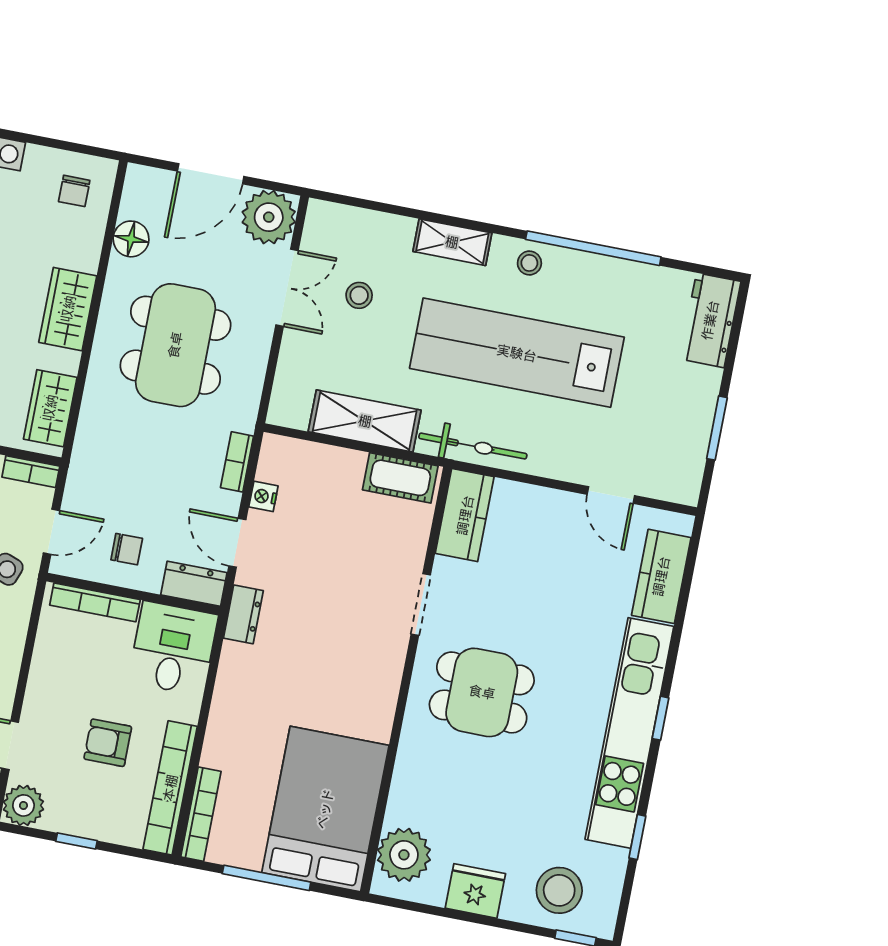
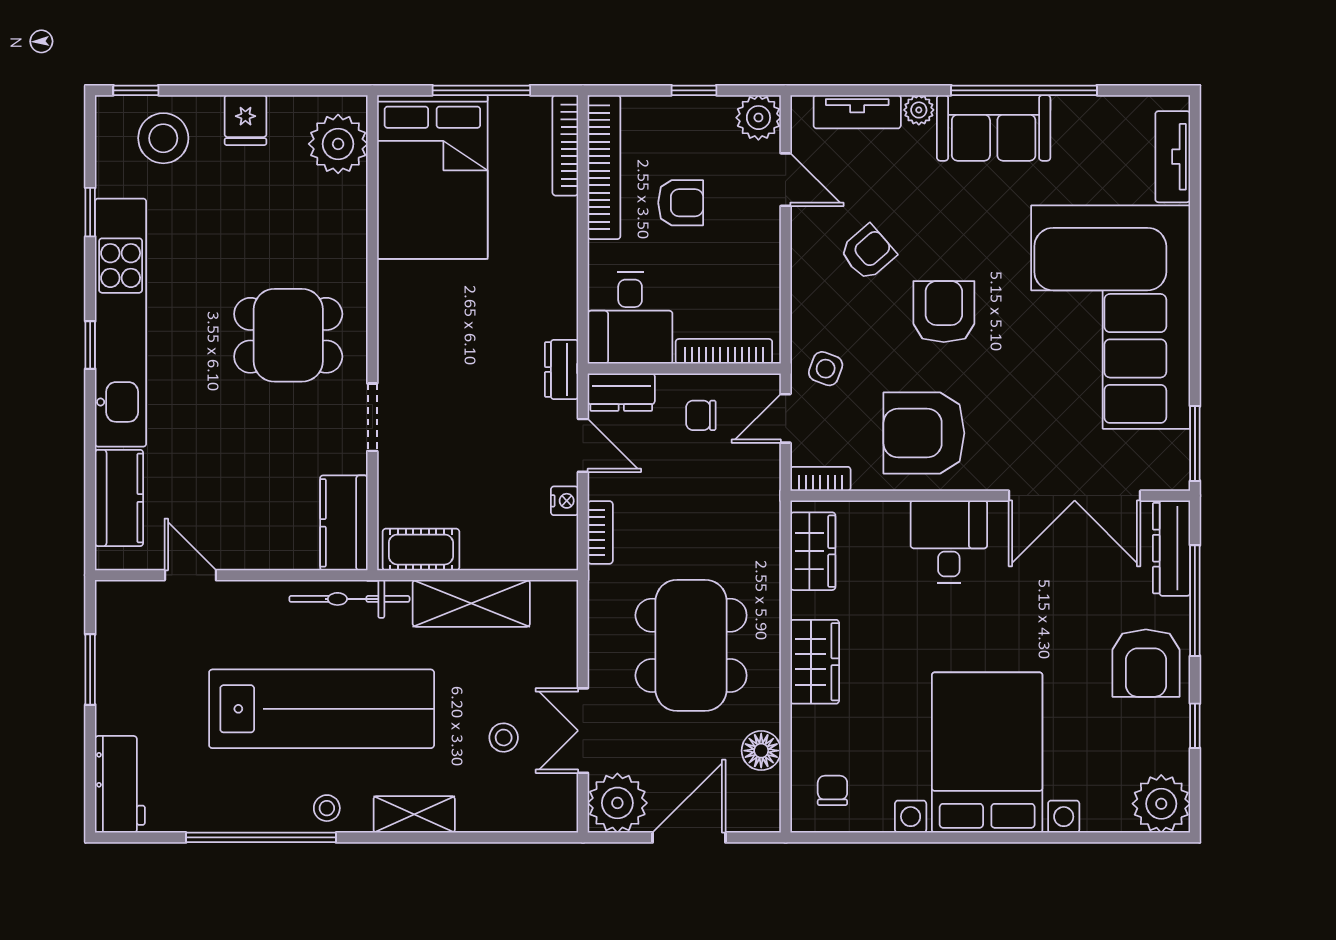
fridge: (475, 891) -> (245, 120), width x0.72

